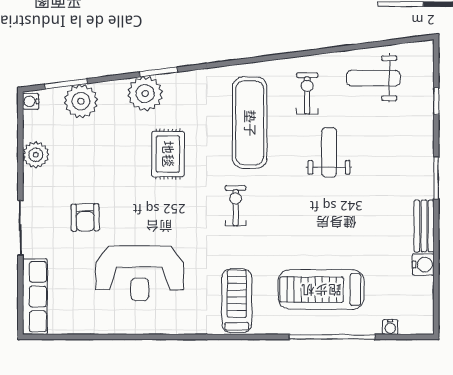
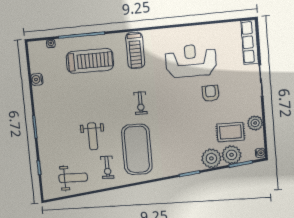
plant: (145, 94) -> (211, 158), moved
exercise mat: (250, 123) -> (137, 149), width x1.47
rug: (168, 154) -> (230, 132), moved, turned 90
armchair: (85, 217) -> (211, 93), moved
bench: (424, 226) -> (39, 100), removed

